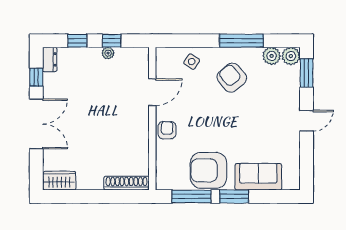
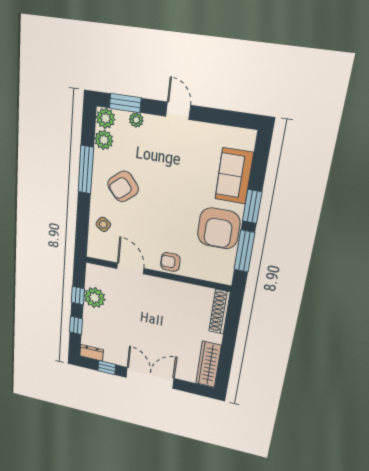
plant: (108, 53) -> (95, 298), width x1.88, depth x1.88
plant: (294, 84) -> (136, 120), added
wardrobe: (59, 181) -> (208, 364), width x1.50

